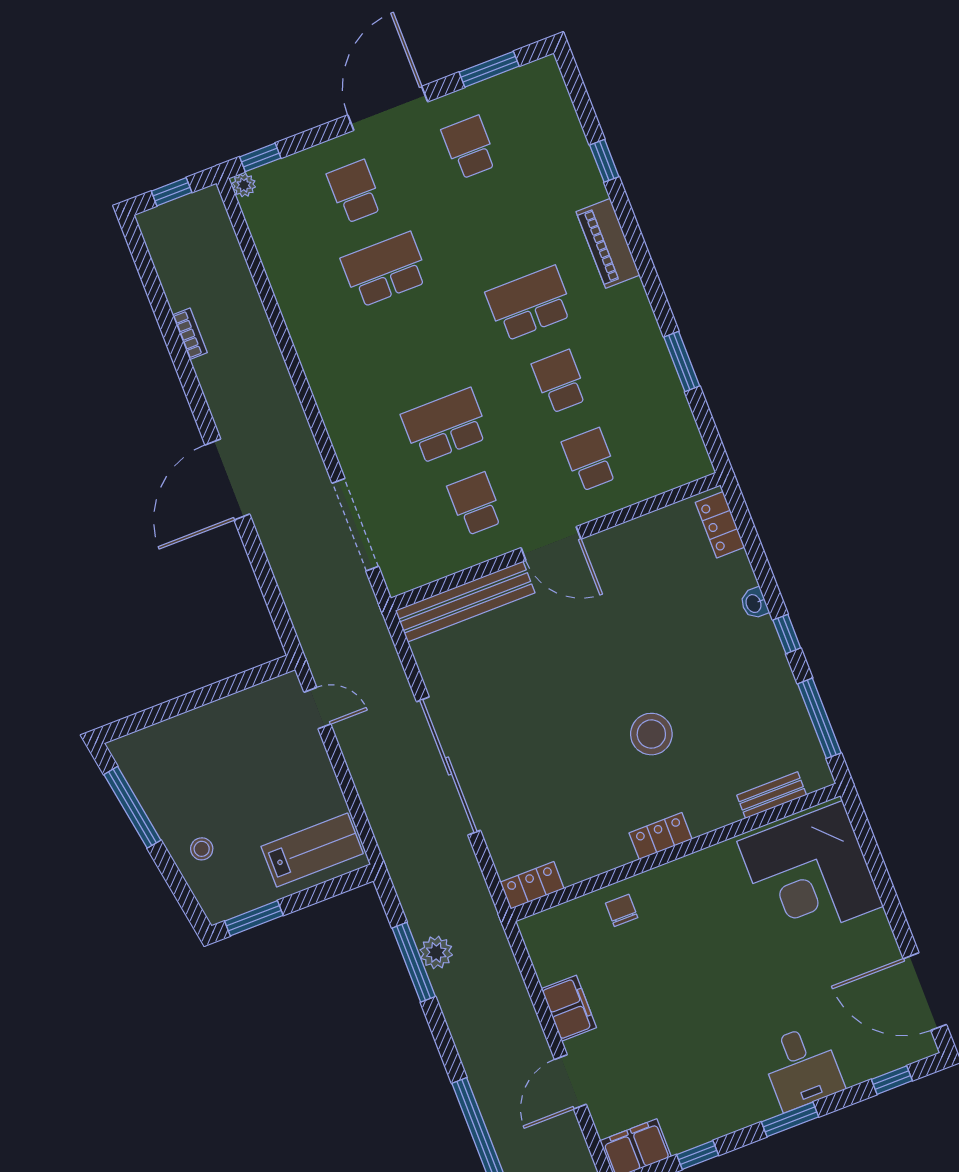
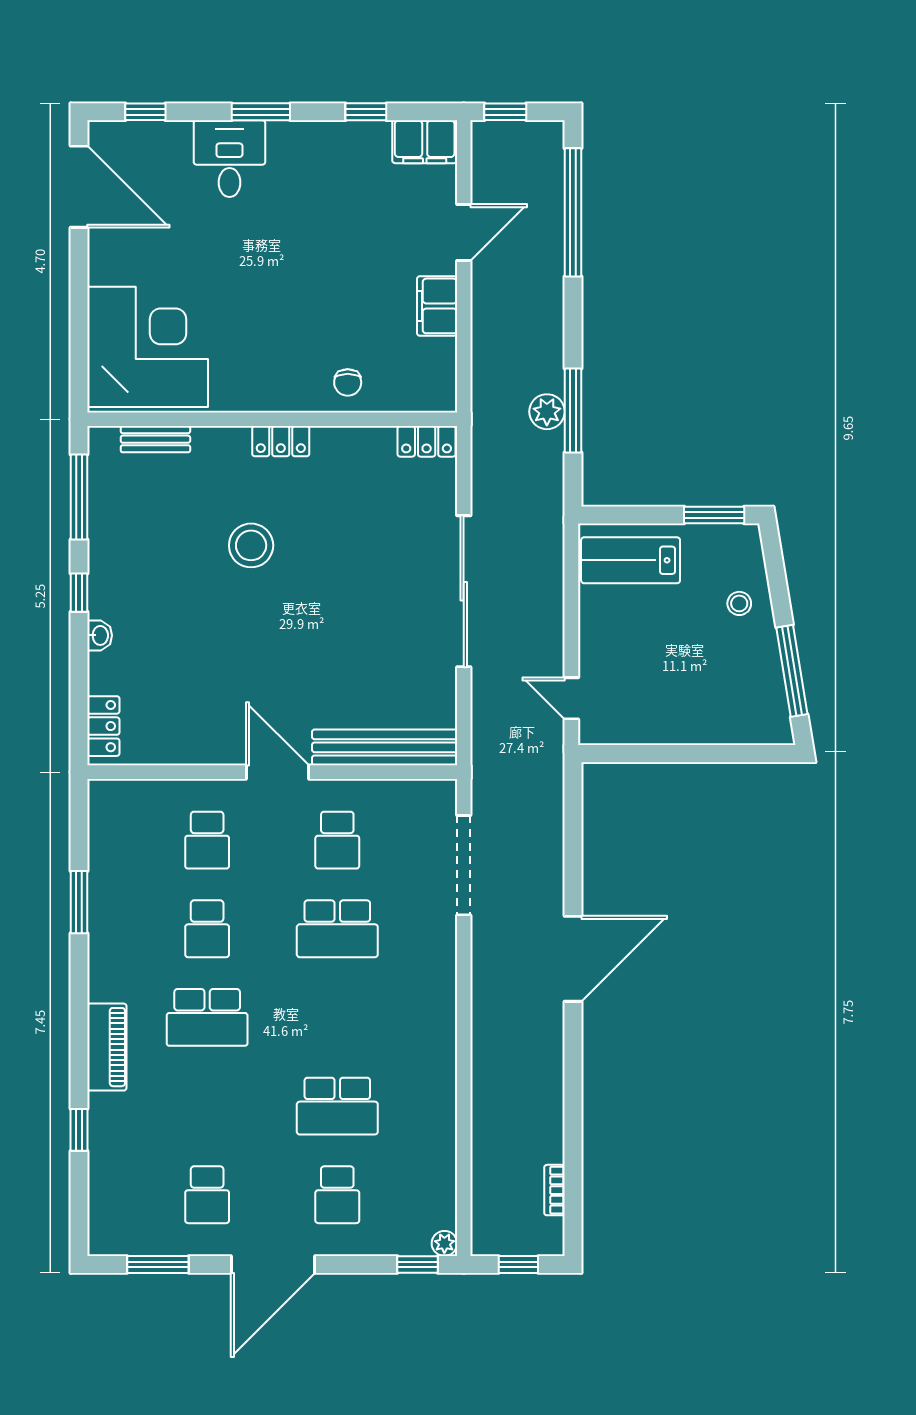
bookcase: (190, 334) -> (554, 1190), moved

